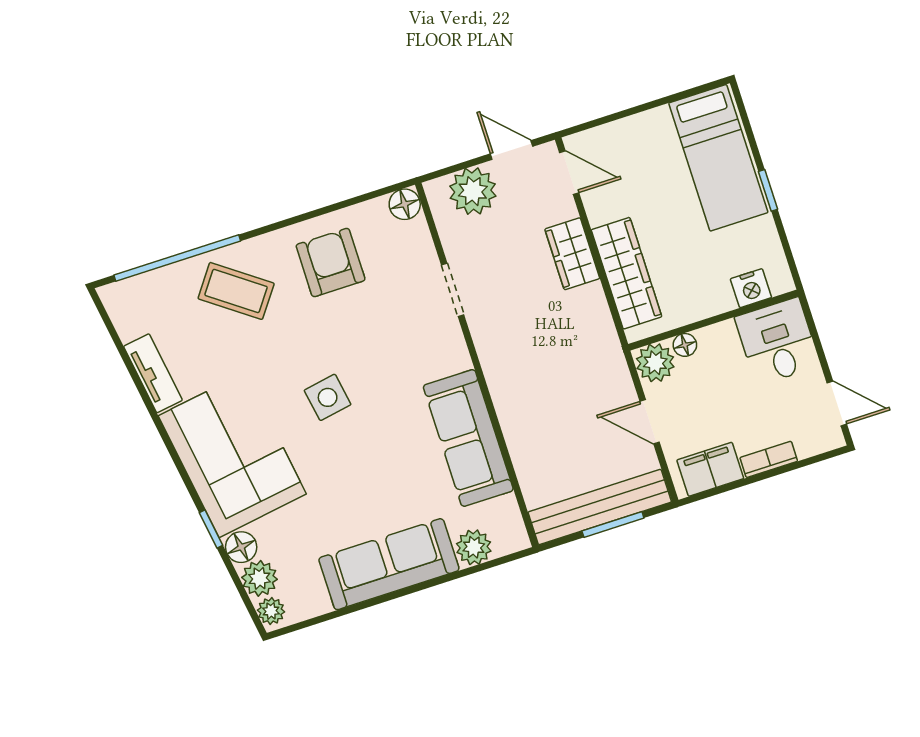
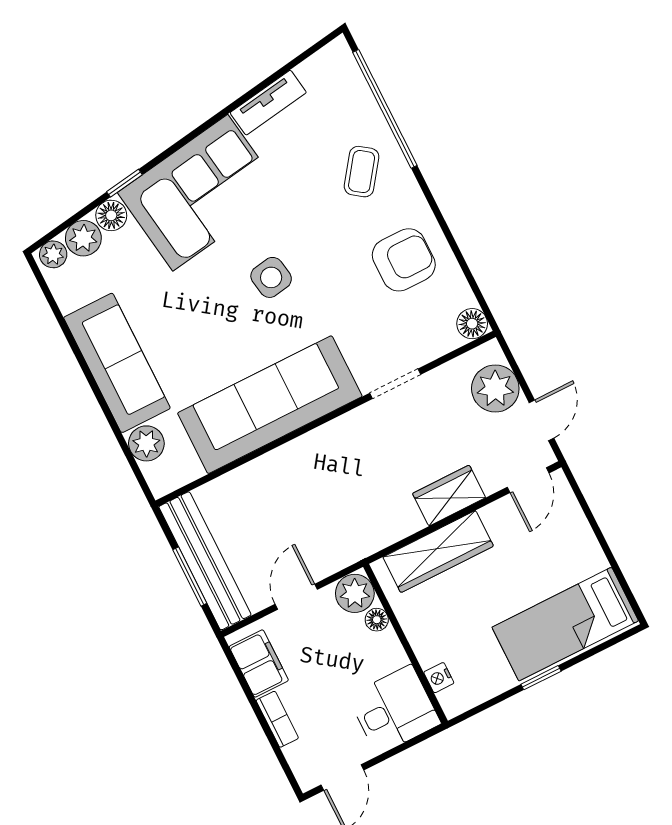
nightstand: (751, 288) -> (439, 678), width x0.72, depth x0.74
coffee table: (236, 291) -> (362, 172), width x0.73, depth x0.77
sofa: (468, 438) -> (270, 405), width x1.36, depth x1.27

